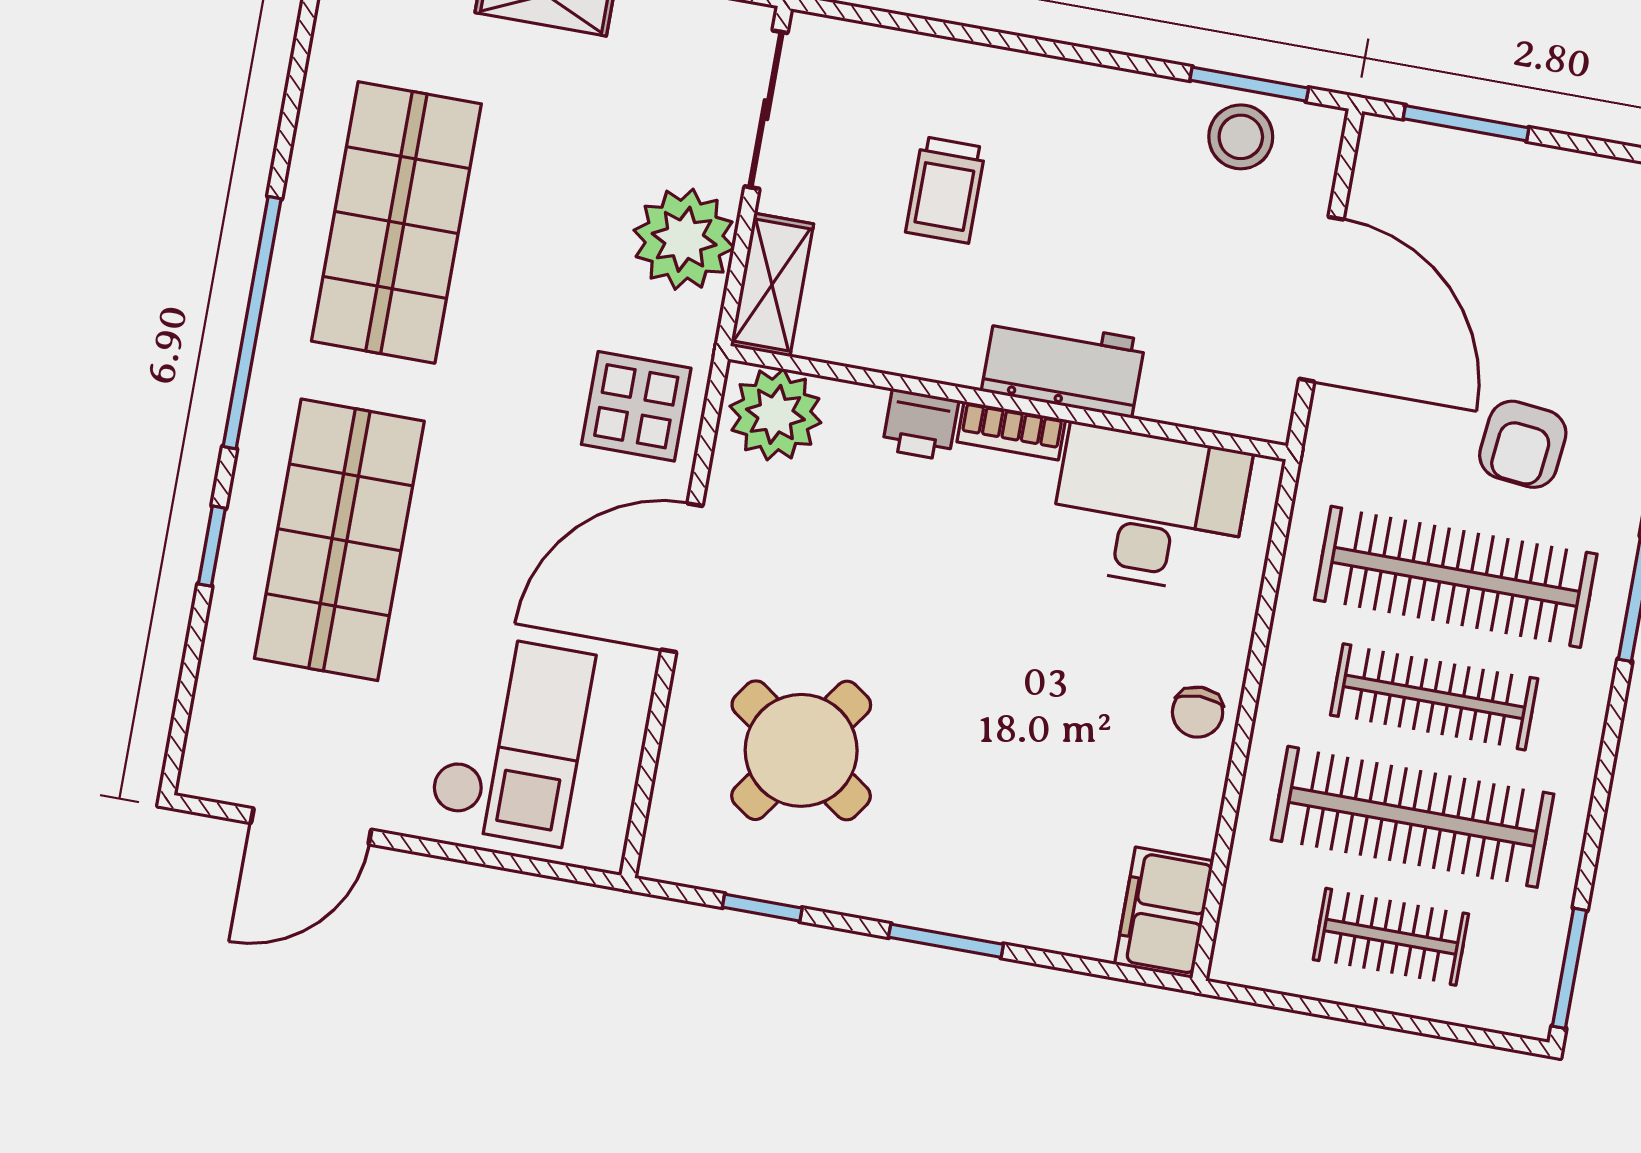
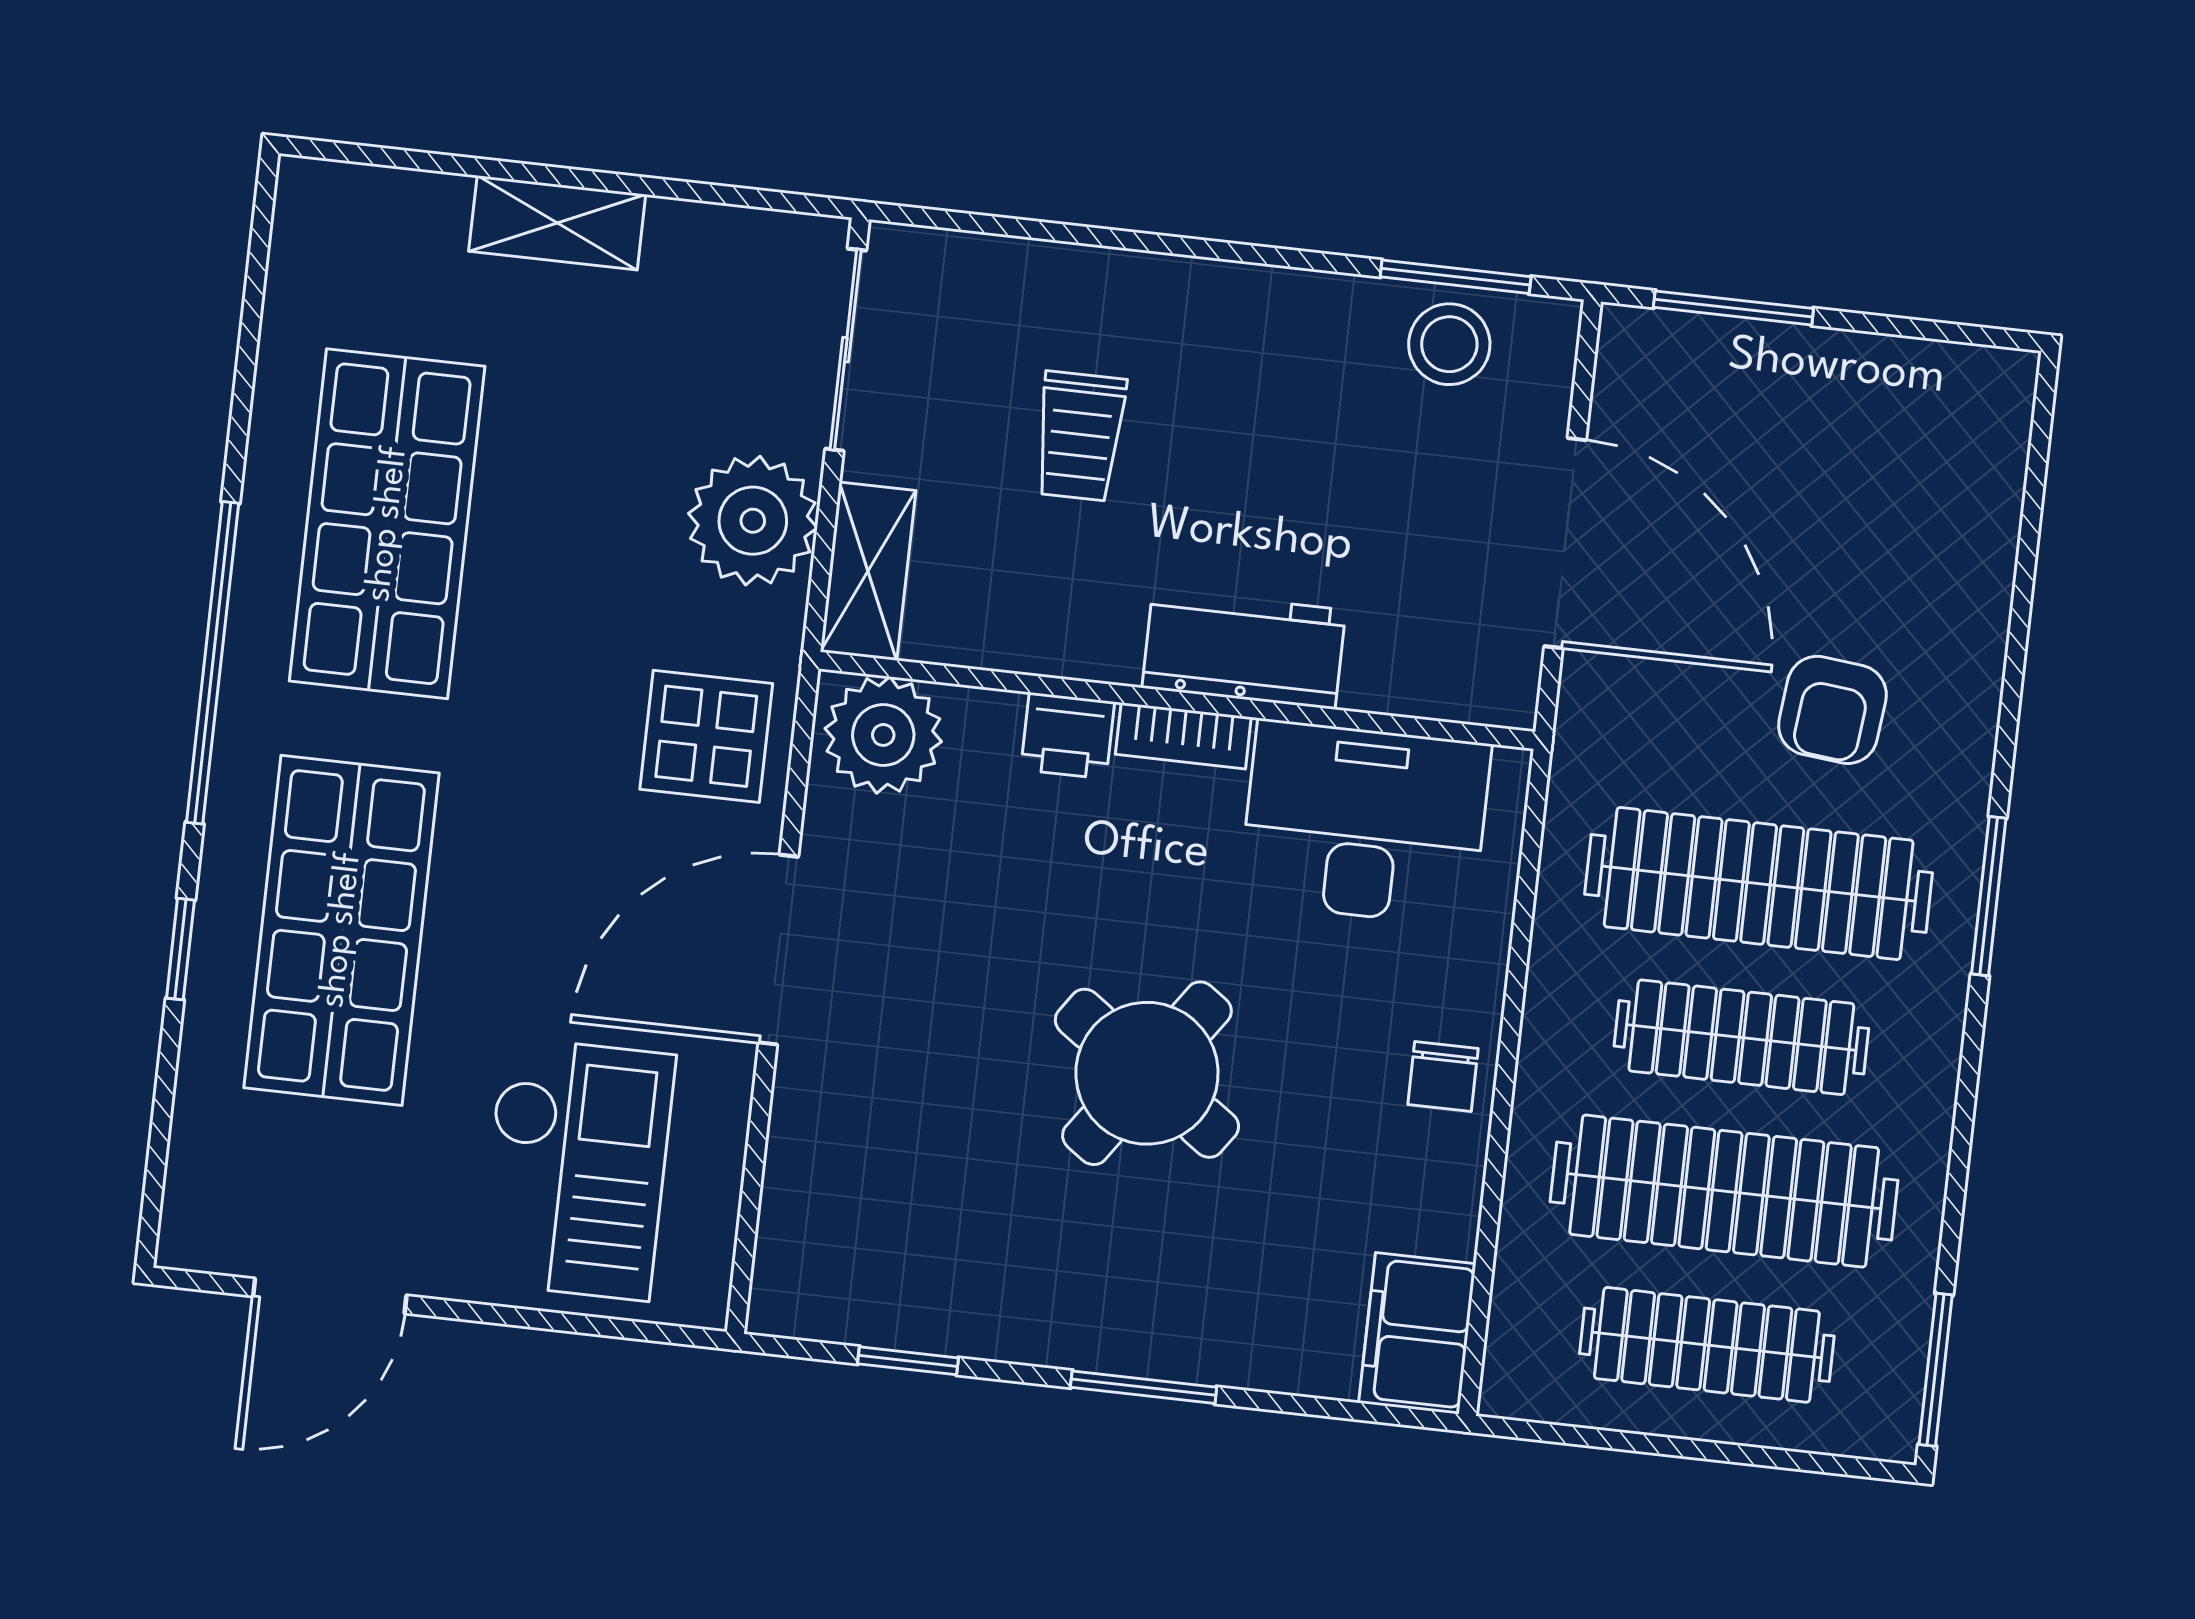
round table: (801, 750) -> (1147, 1073), moved
clothes rail: (1391, 937) -> (1707, 1345), width x1.36

